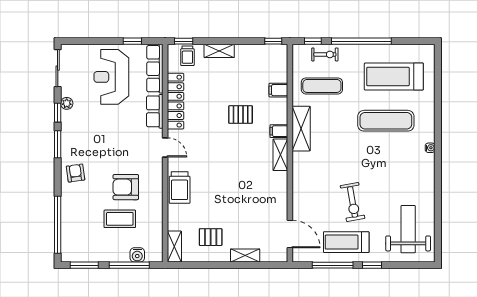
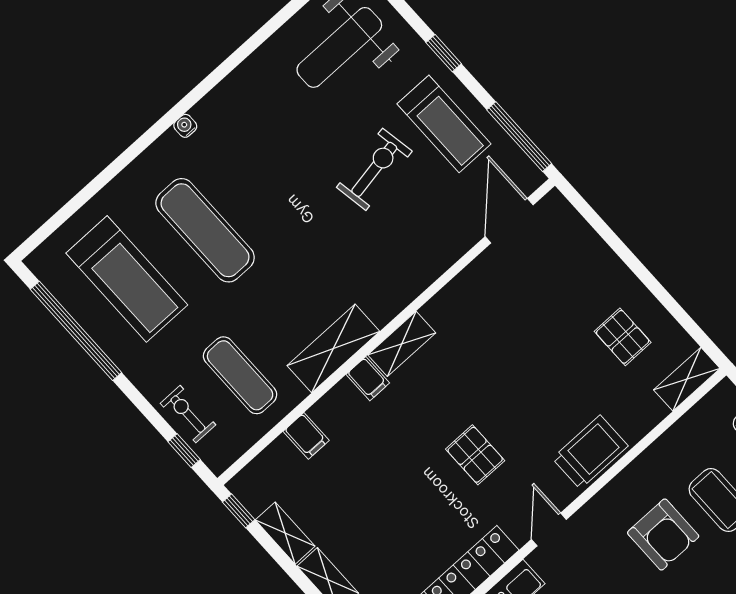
window: (361, 41) -> (76, 331), moved
pallet: (241, 115) -> (475, 455), moved
shelving: (245, 256) -> (285, 533), moved
window: (333, 265) -> (519, 137), moved

